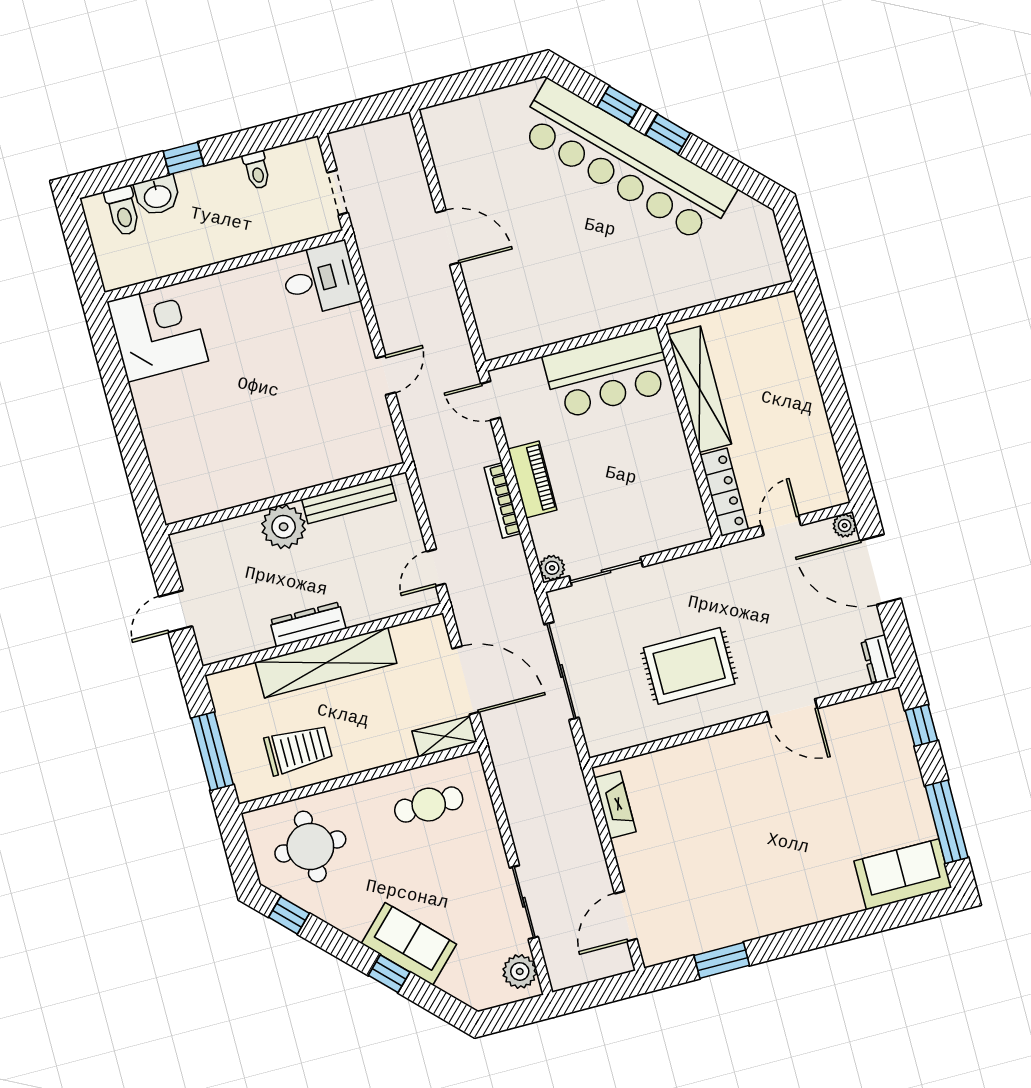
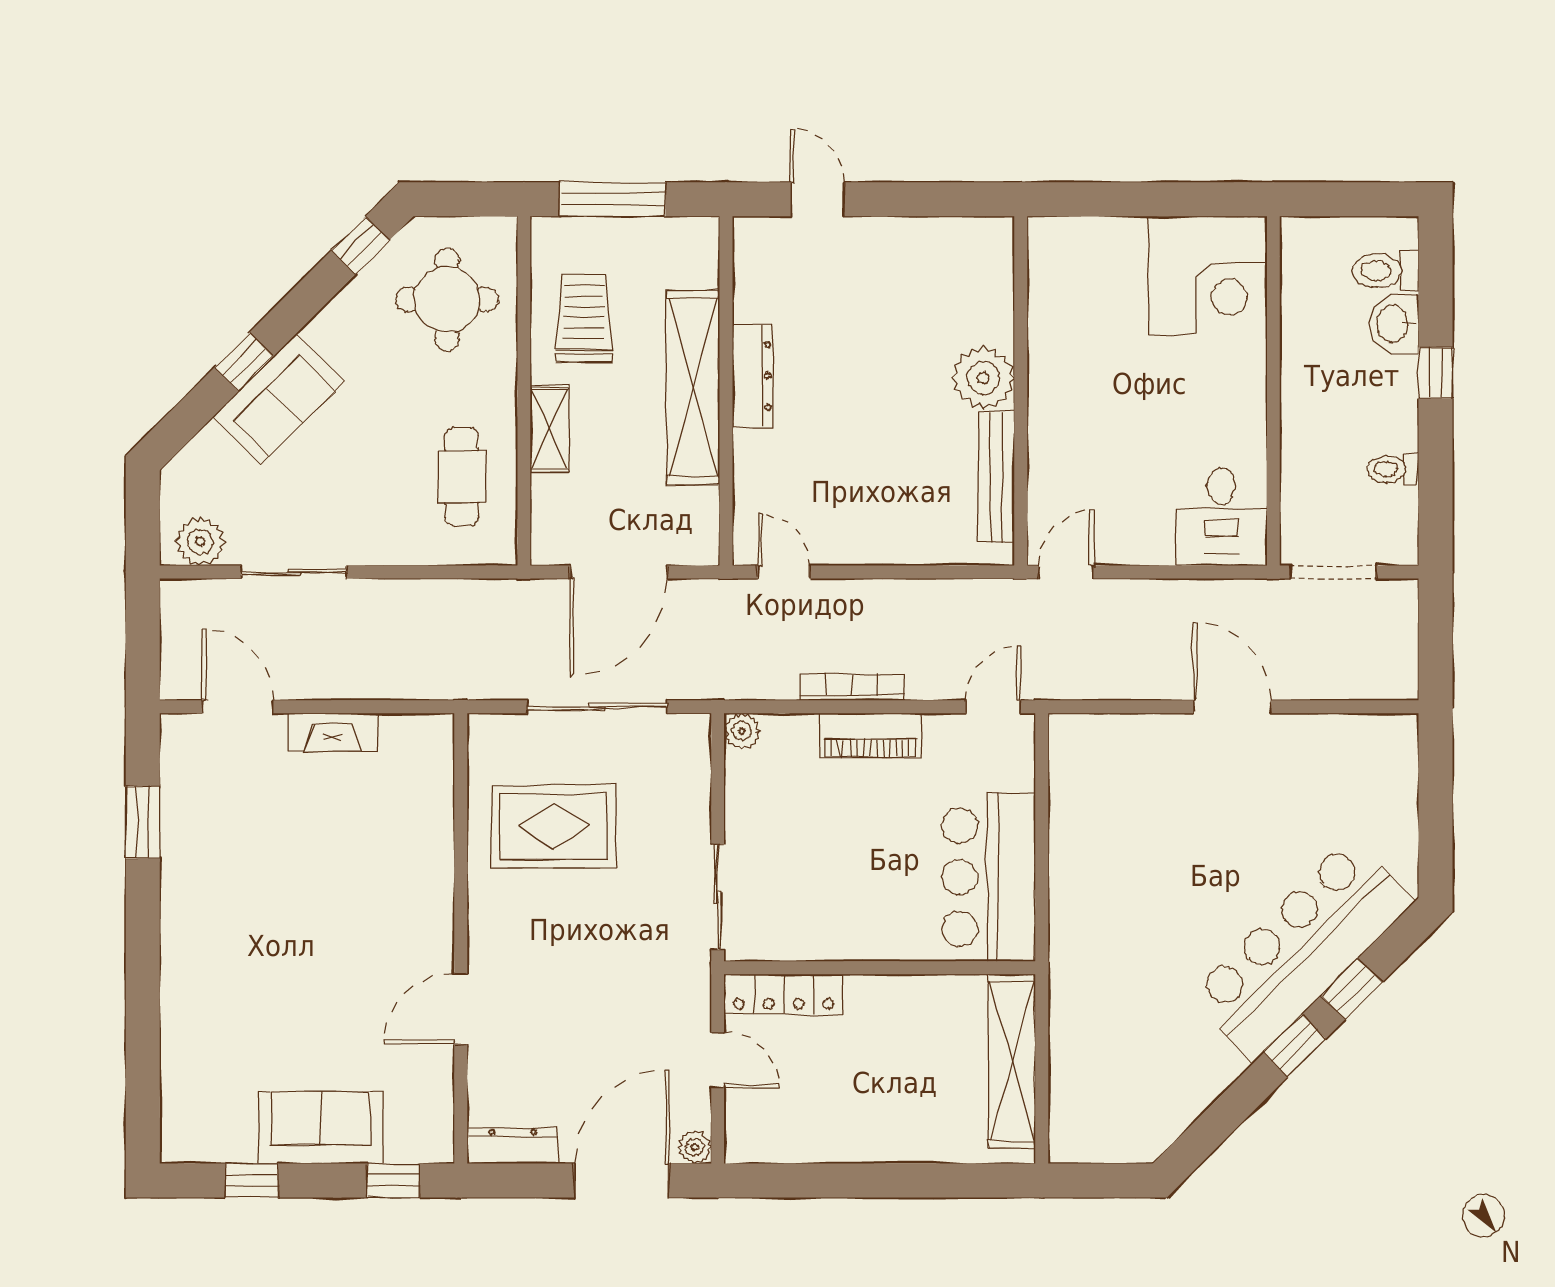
bar counter: (626, 162) -> (1301, 949), width x0.73
doorway: (338, 193) -> (1333, 572), width x1.38
door: (448, 238) -> (1232, 707), swing flipped
door: (386, 375) -> (1066, 572), swing flipped
shelving: (700, 389) -> (1012, 1061), moved, turned 90
wall: (286, 499) -> (1021, 391), moved
bench: (349, 500) -> (996, 477), moved
plant: (284, 527) -> (983, 378), moved
sliding door: (606, 571) -> (718, 897), moved
dresser: (879, 659) -> (513, 1146), width x1.44
rug: (689, 666) -> (554, 826), moved, turned 90
shelving: (445, 736) -> (549, 429), moved
trolley: (298, 749) -> (584, 318), turned 180
fireplace: (615, 805) -> (332, 732), moved
window: (947, 822) -> (252, 1180), width x0.46
sofa: (903, 874) -> (320, 1128), moved, turned -90

